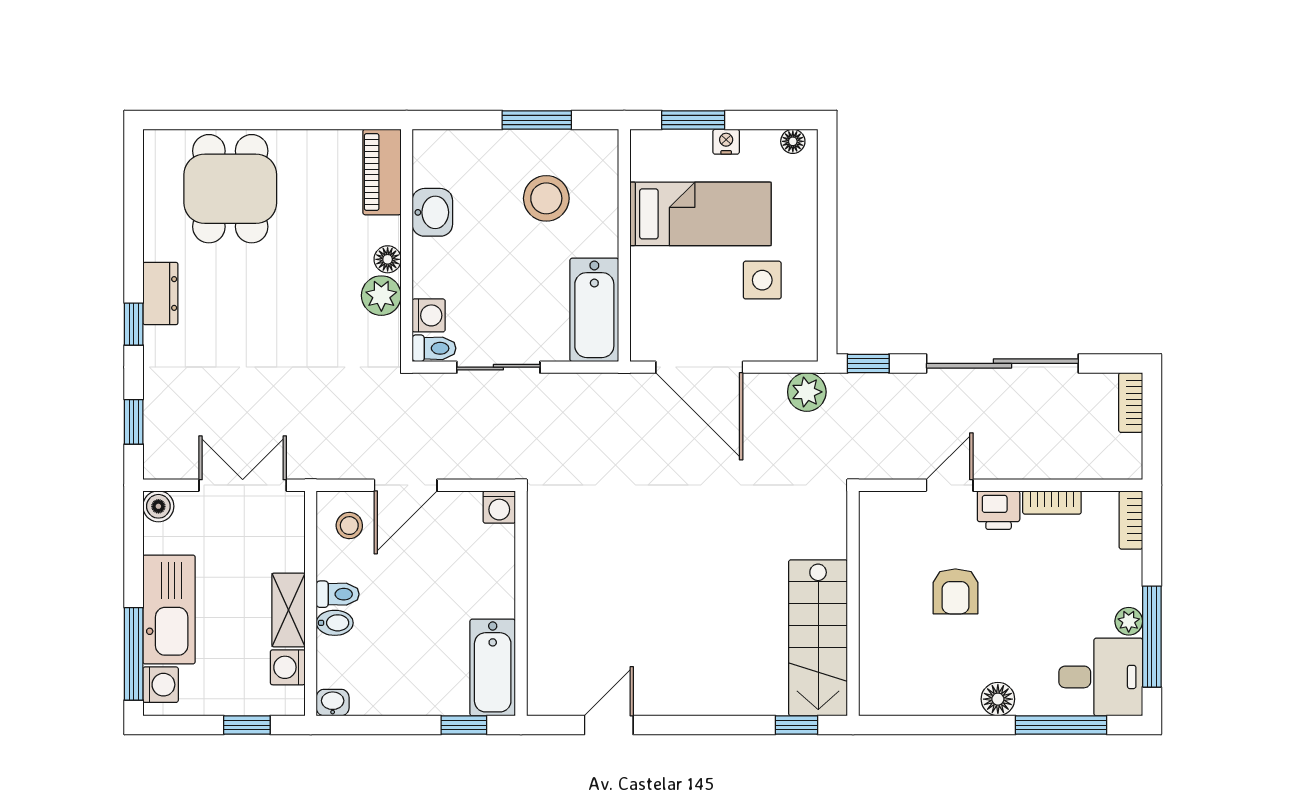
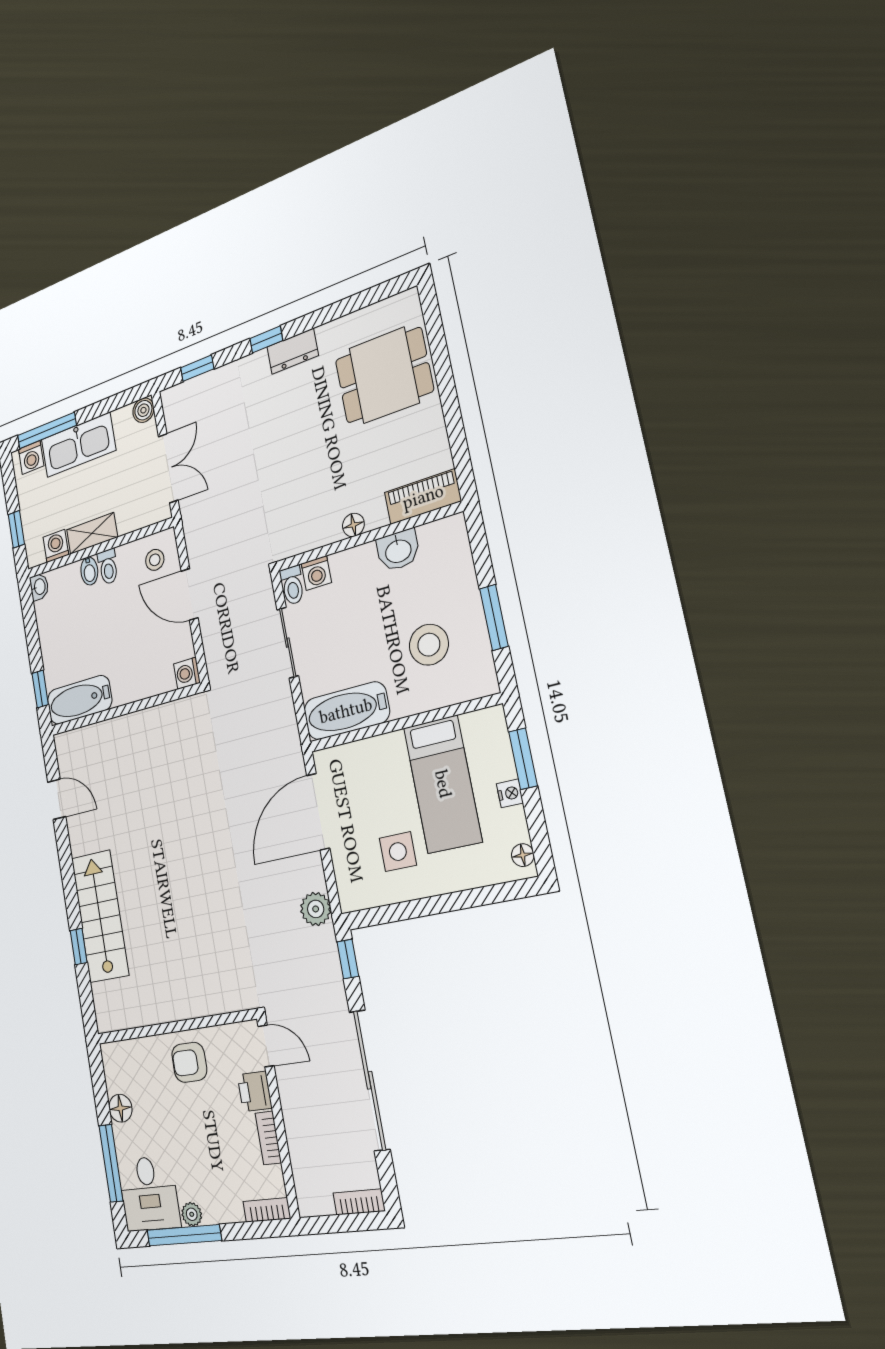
plant: (381, 296) -> (324, 529), removed
wall: (853, 603) -> (175, 1027), moved
stairs: (818, 638) -> (100, 916), moved, turned 90

